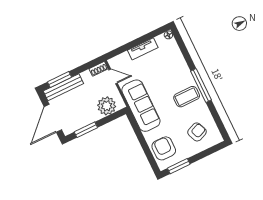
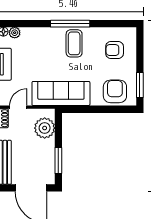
plant: (172, 44) -> (15, 33), added
armchair: (197, 132) -> (115, 50), turned -68
armchair: (164, 148) -> (115, 91), turned 90

